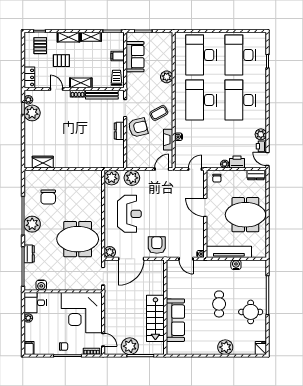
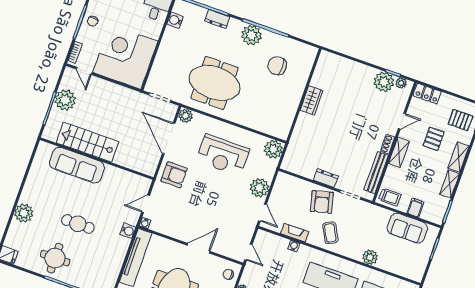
wardrobe: (43, 162) -> (312, 100), moved
plant: (132, 178) -> (259, 188), moved
meeting table: (78, 239) -> (215, 83), turned 90
water cooler: (236, 265) -> (128, 231), moved
door: (103, 340) -> (84, 71), hinge flipped

